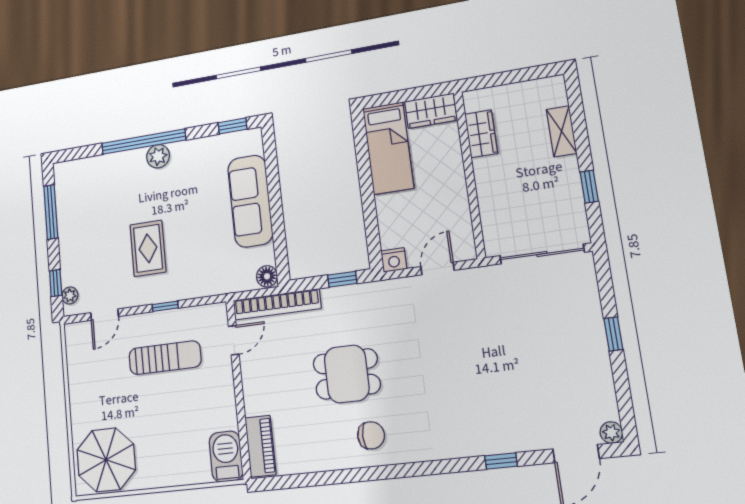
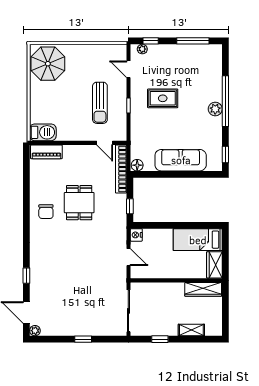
wardrobe: (481, 134) -> (203, 289), width x1.50

